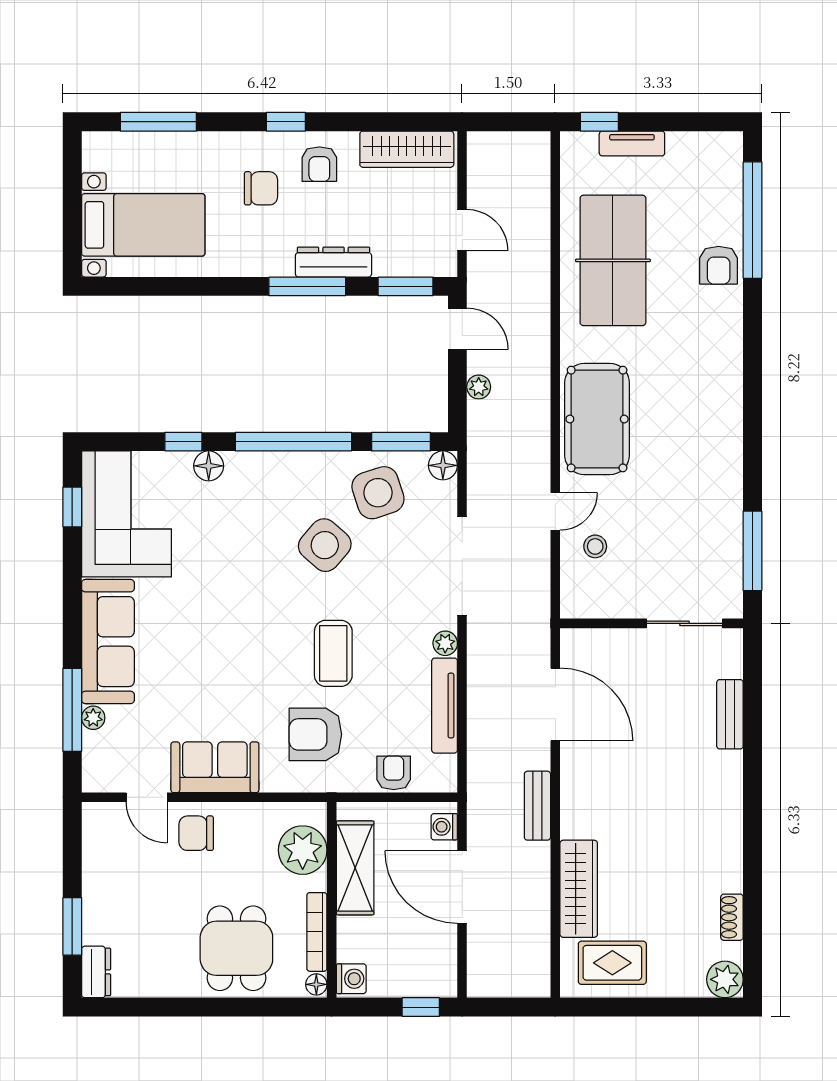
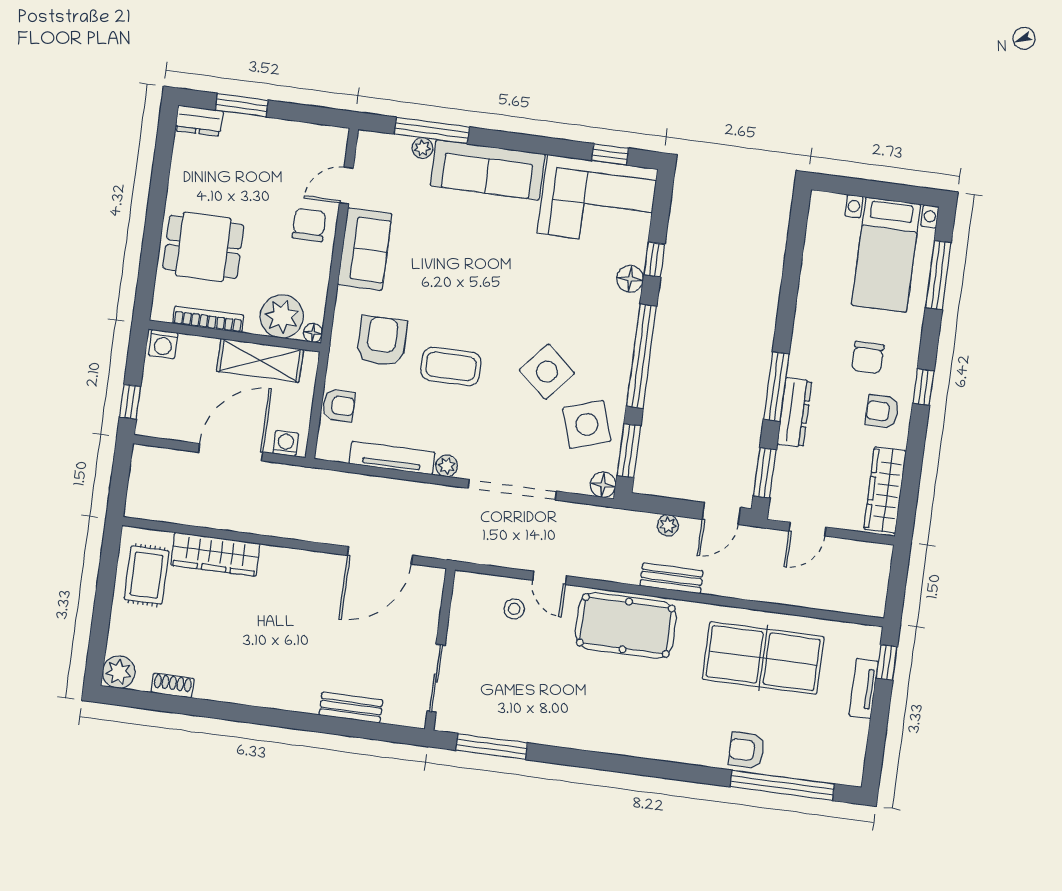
bed with nightstands: (143, 225) -> (886, 255), moved
bench: (537, 806) -> (671, 578), moved
floor lamp: (316, 984) -> (313, 333), moved

